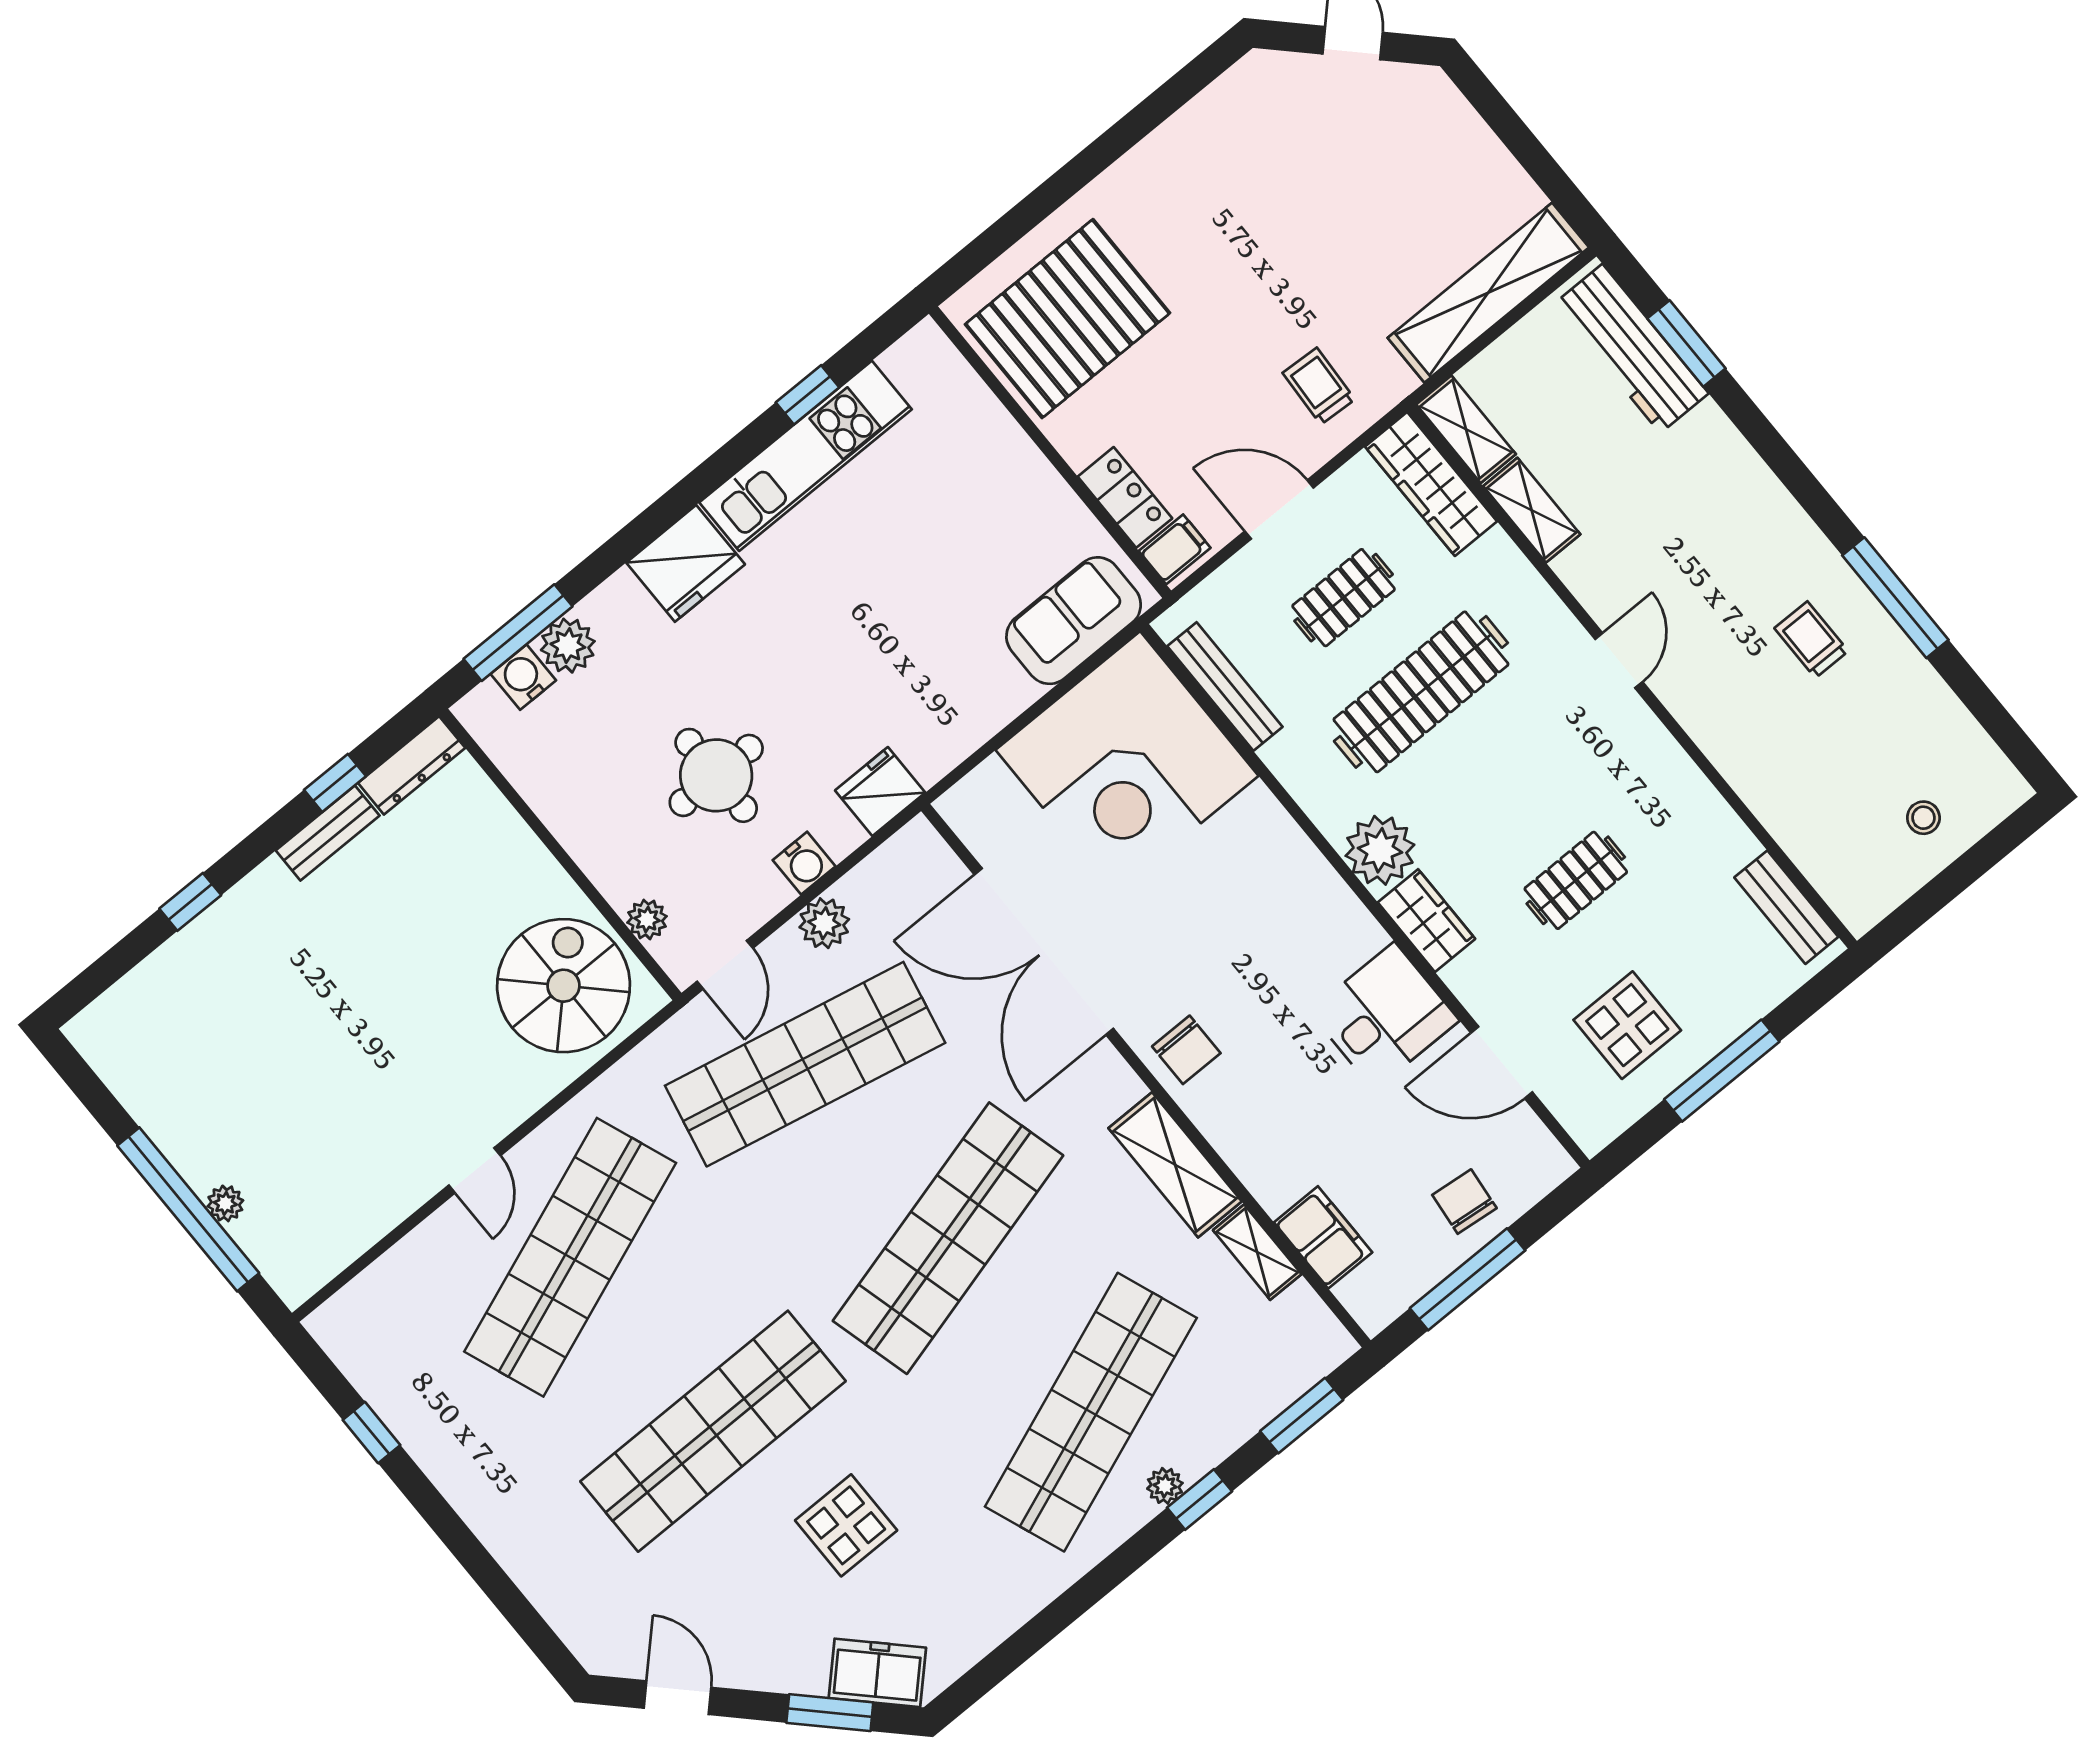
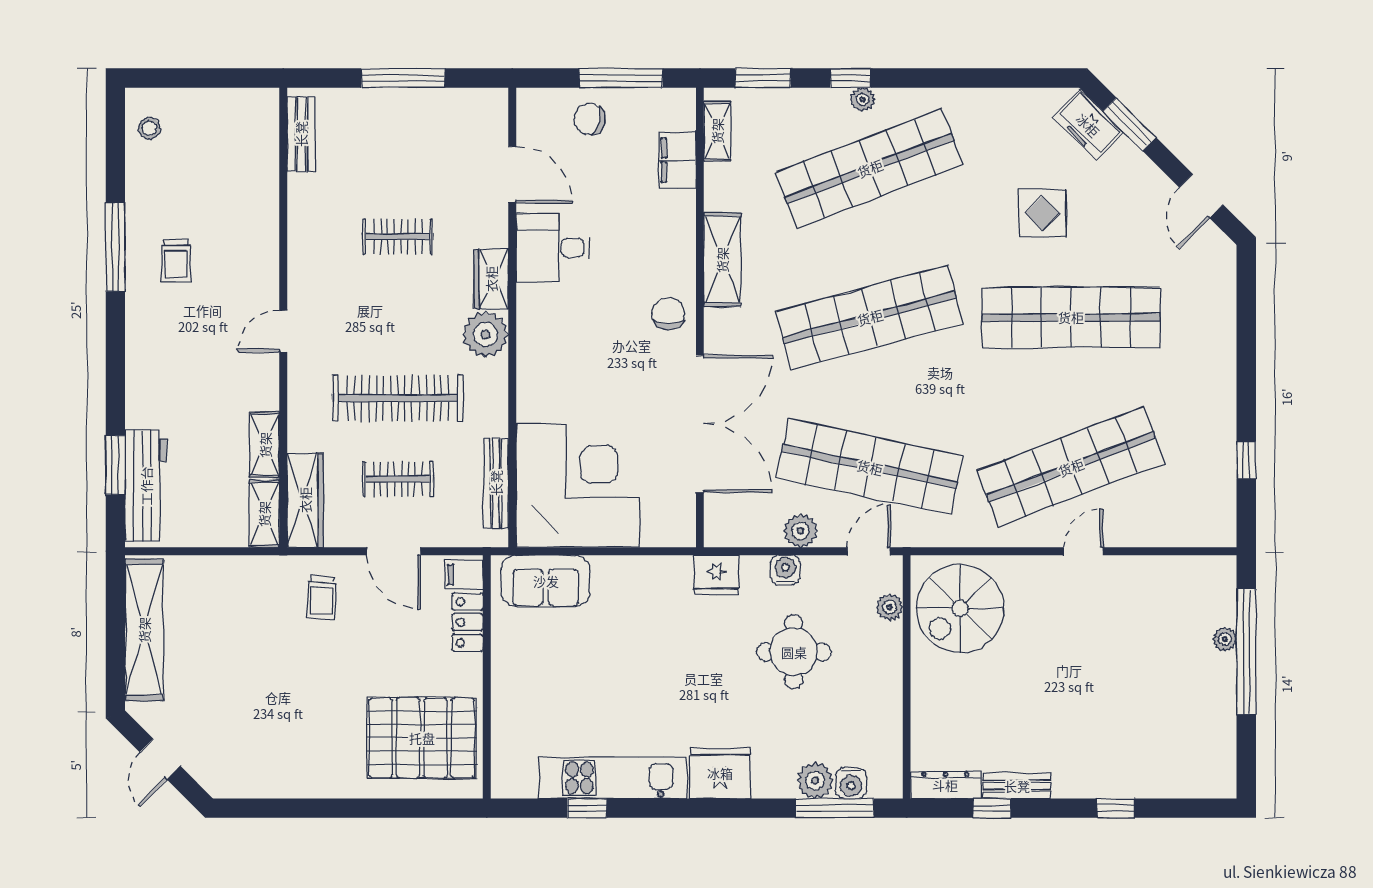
shelving: (1488, 293) -> (144, 630), moved, turned 90
stool: (1923, 818) -> (149, 128), moved
display table: (1627, 1025) -> (432, 141), removed
chair: (1464, 1202) -> (590, 119), turned 99
shelving: (1257, 1252) -> (717, 131), moved

